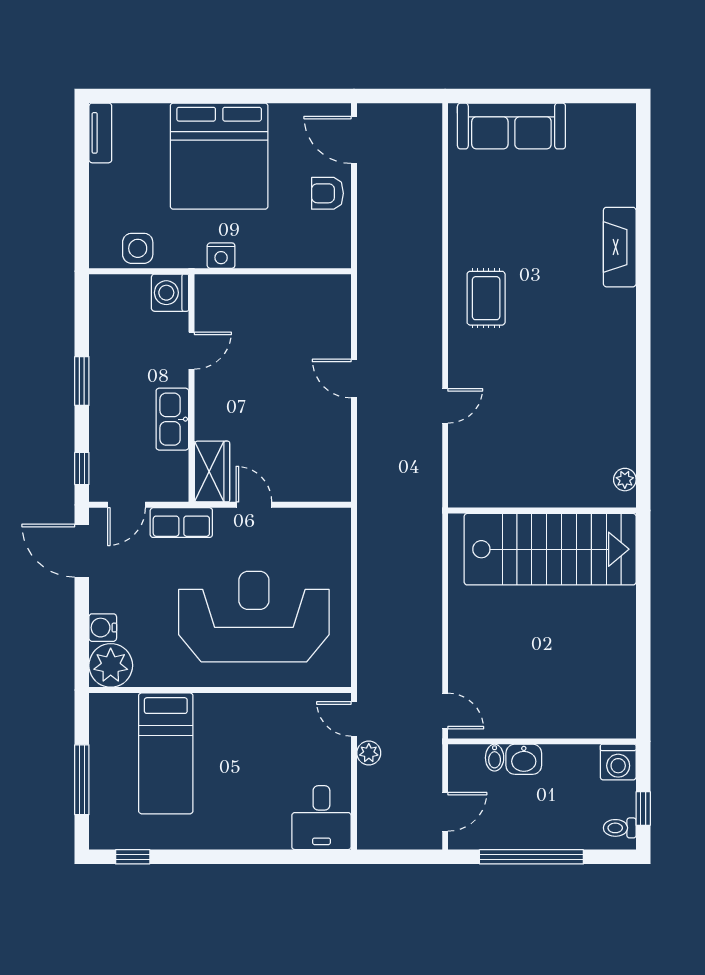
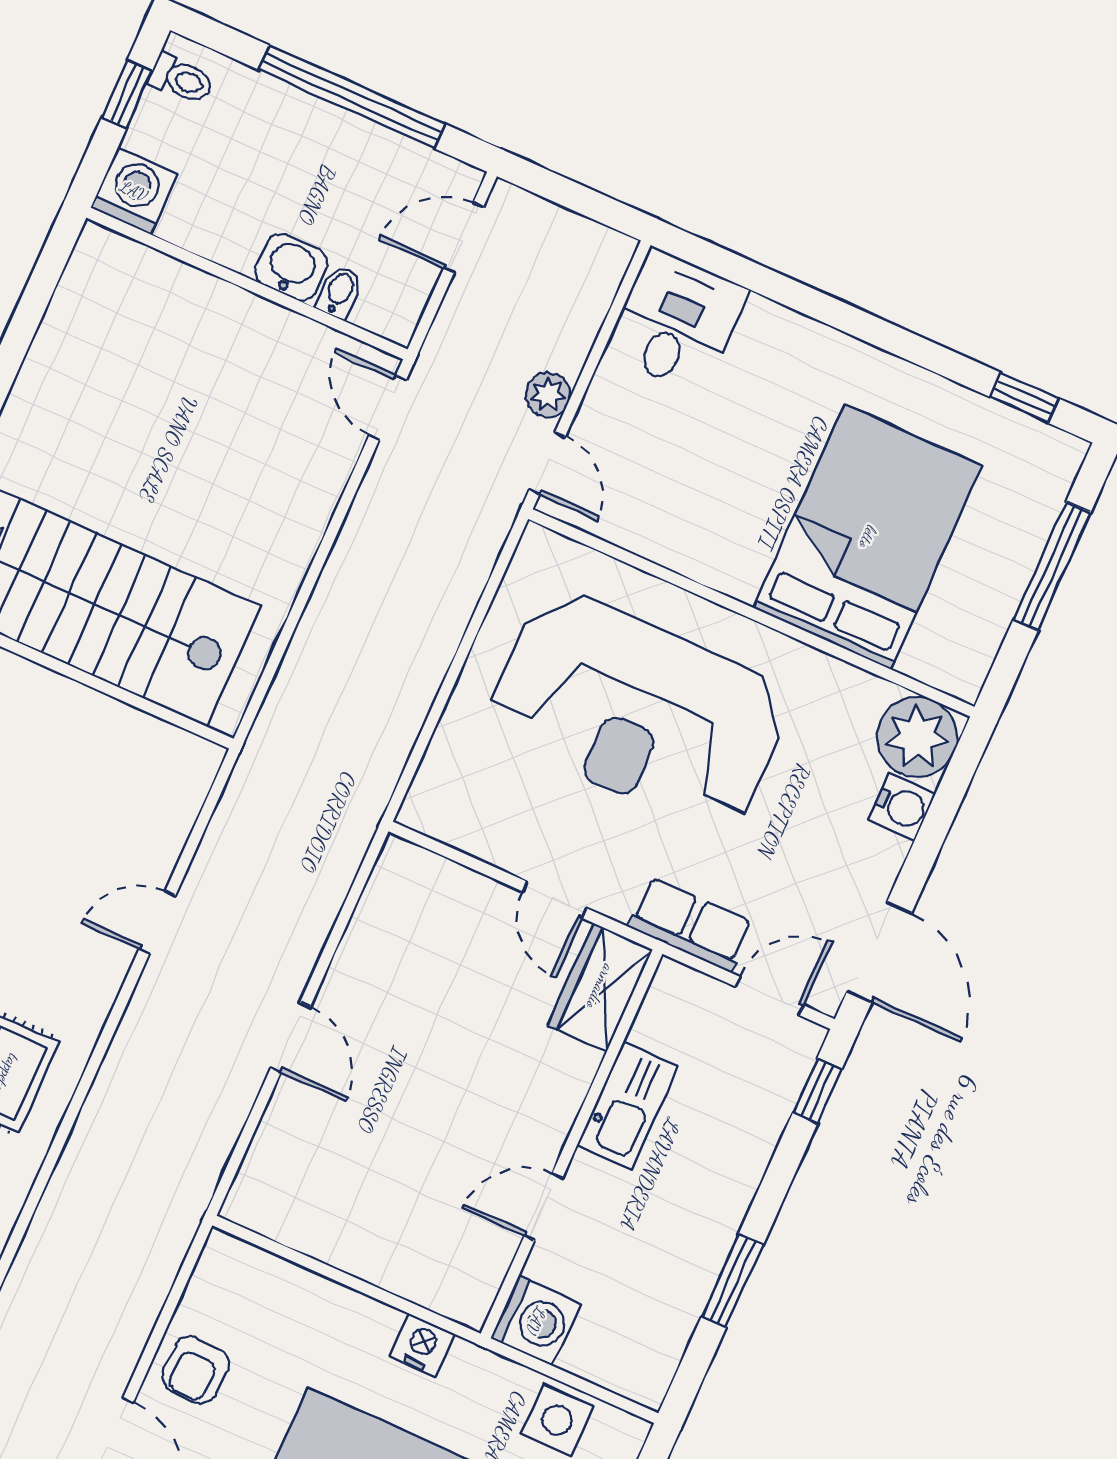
armchair: (327, 193) -> (195, 1370), turned 93
window: (82, 381) -> (732, 1281), moved
bed: (166, 753) -> (868, 537), width x1.50

